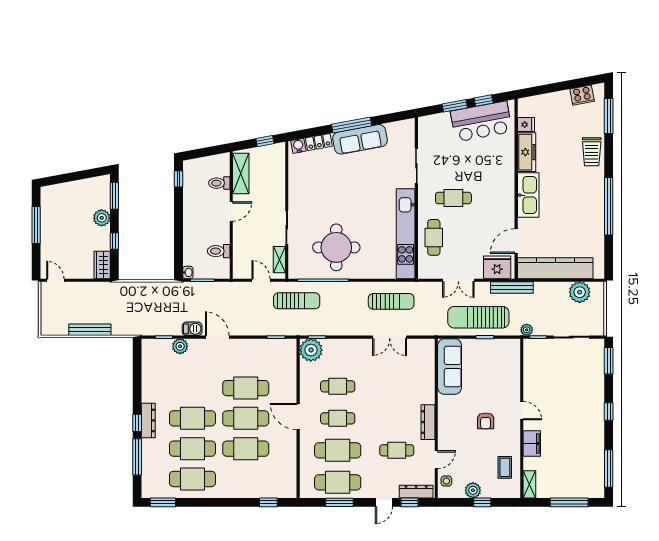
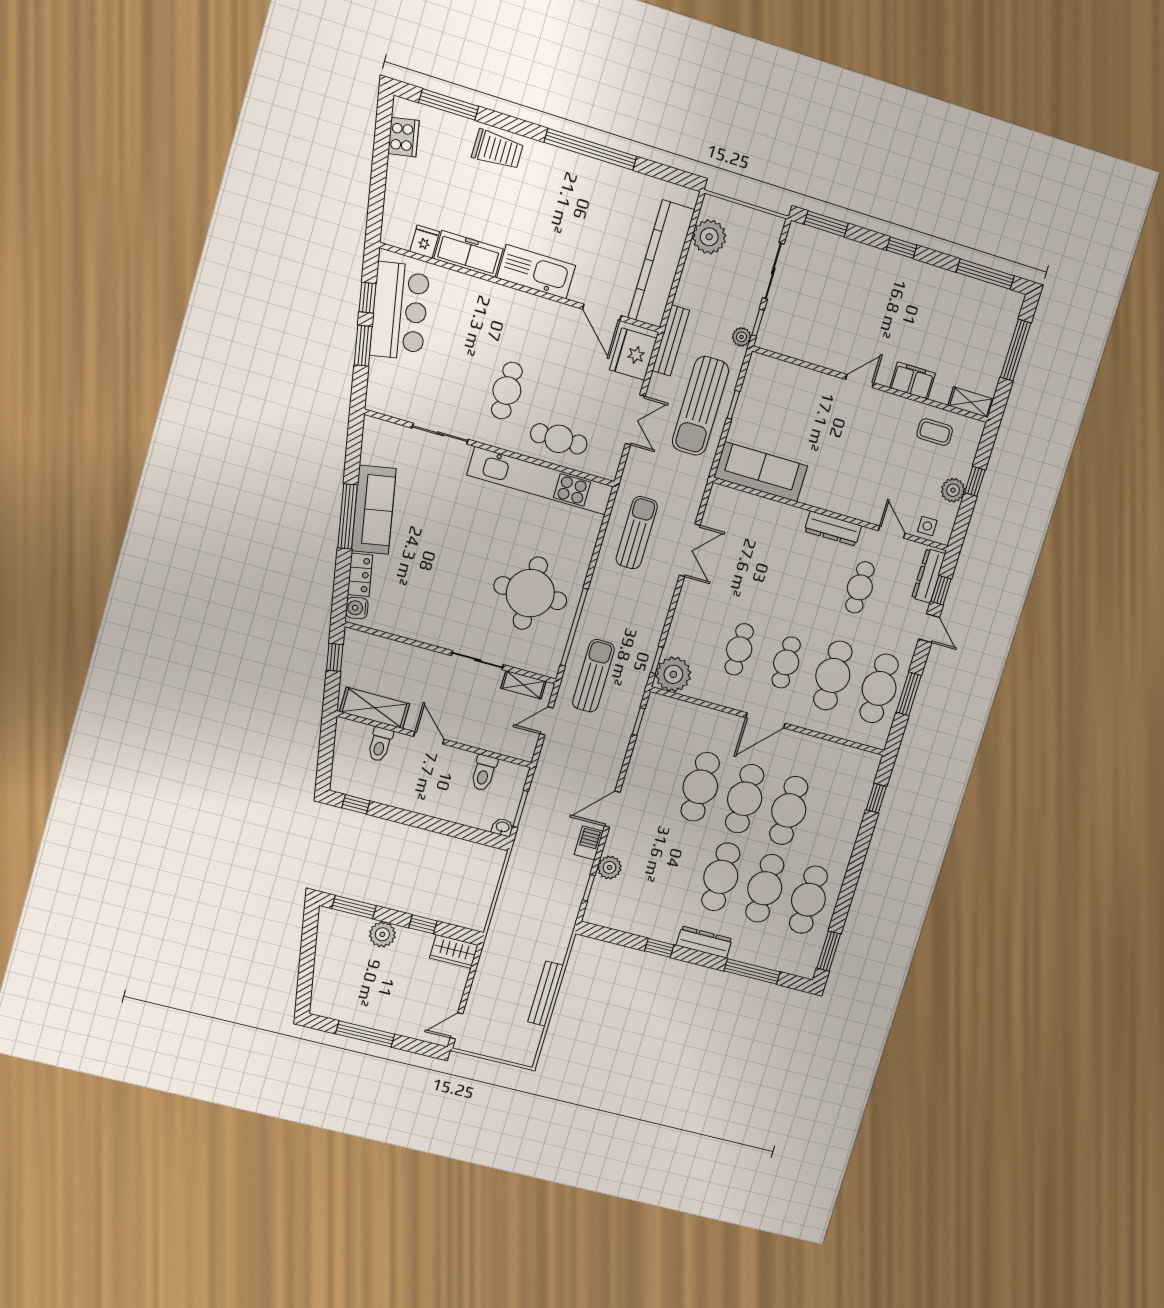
armchair: (486, 421) -> (858, 441), removed
window: (137, 423) -> (659, 948), moved

